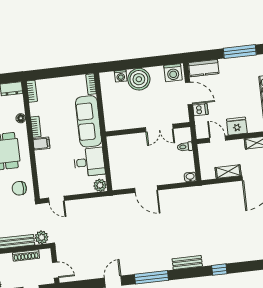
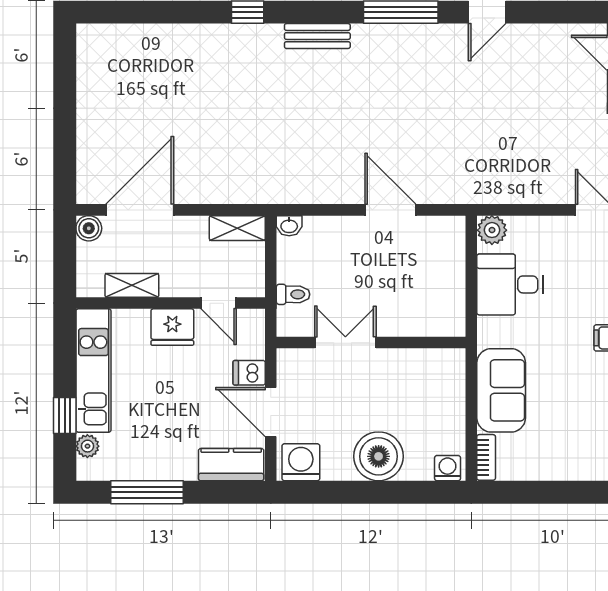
washing machine: (121, 76) -> (448, 468), moved
sofa: (89, 121) -> (501, 390), width x0.73
shelving: (228, 172) -> (237, 228), moved

